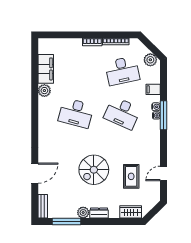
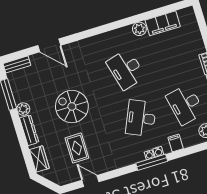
desk: (76, 113) -> (126, 69), turned -30
rug: (131, 176) -> (77, 148), turned 90
dresser: (99, 213) -> (29, 130), width x1.44

